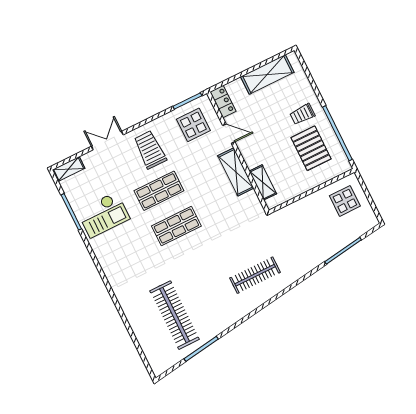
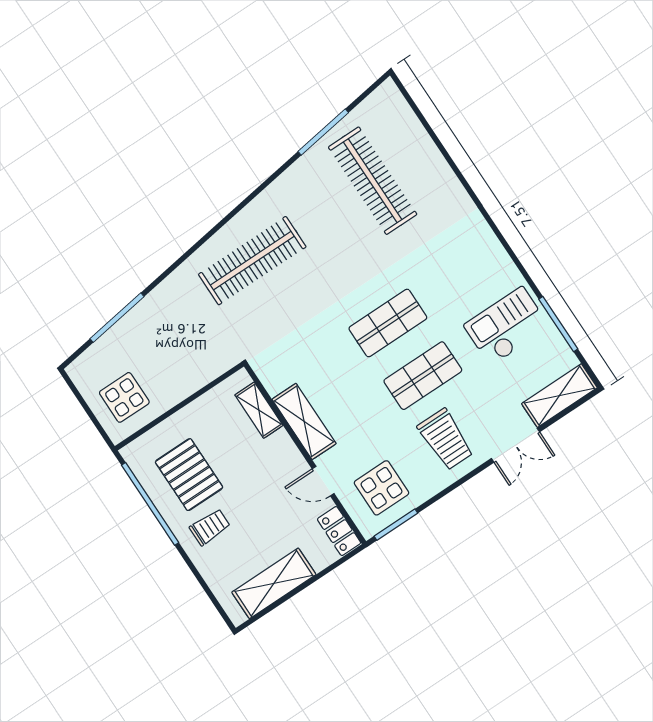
shelving: (69, 169) -> (559, 396), width x1.50, depth x1.33
clothes rail: (255, 275) -> (252, 261), width x1.37, depth x1.31

